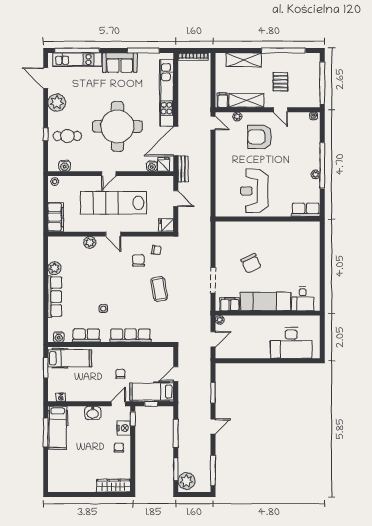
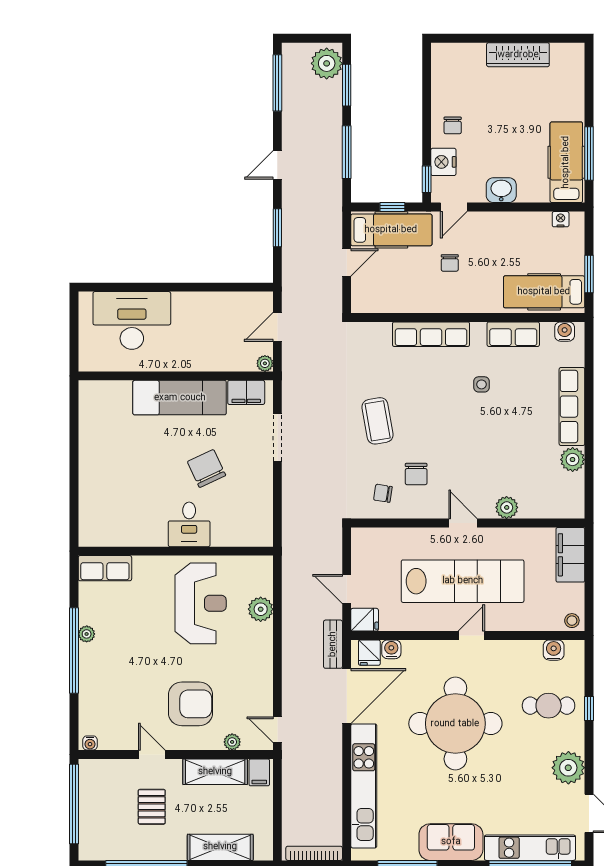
plant: (222, 188) -> (261, 609), added
fridge: (166, 225) -> (365, 620), moved
desk: (303, 299) -> (189, 524), moved, turned 180
wardrobe: (114, 486) -> (518, 55), moved

